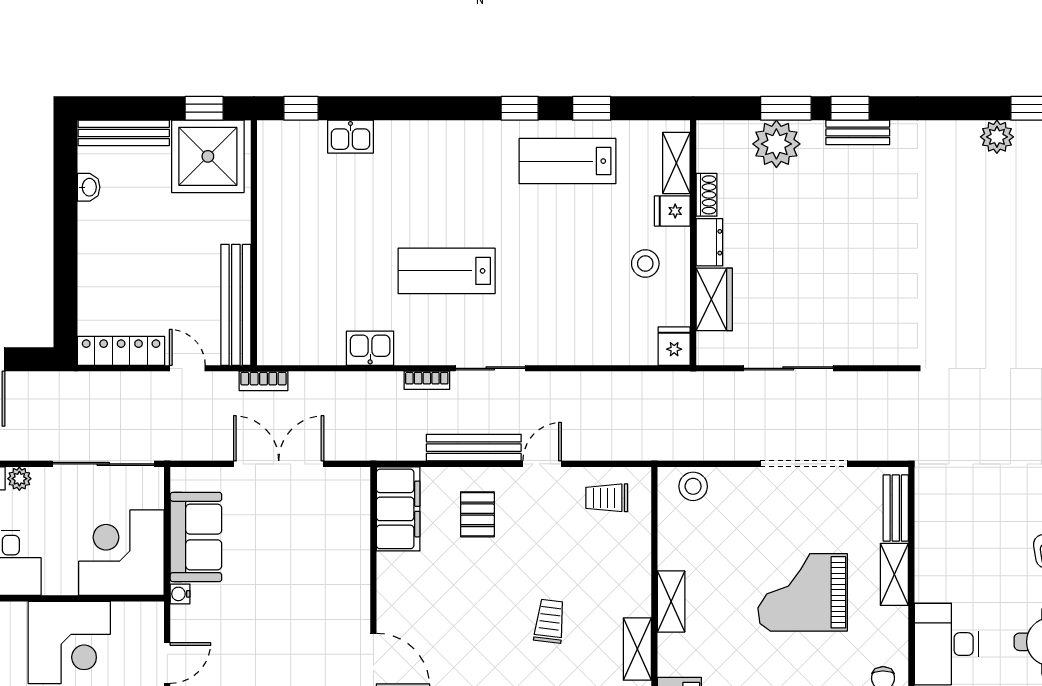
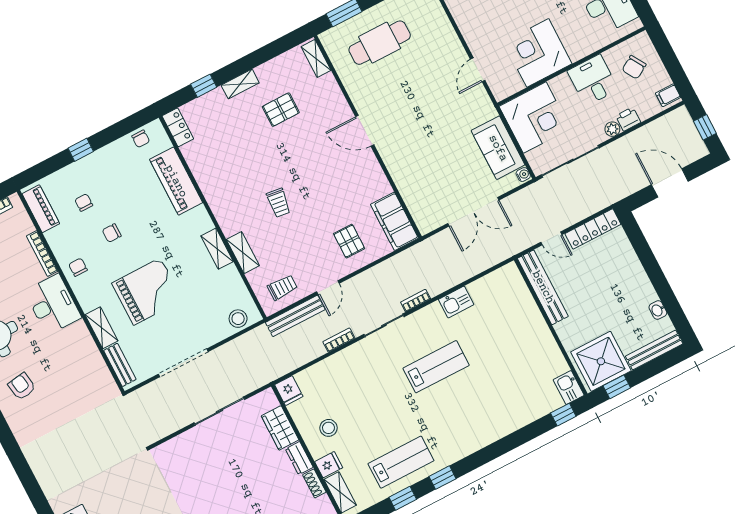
kitchen sink: (350, 137) -> (569, 388), moved, turned -90
bookcase: (263, 381) -> (339, 340), moved
bench: (474, 448) -> (295, 316), moved
water cooler: (180, 594) -> (523, 175), moved
shelving: (637, 649) -> (243, 253), moved

